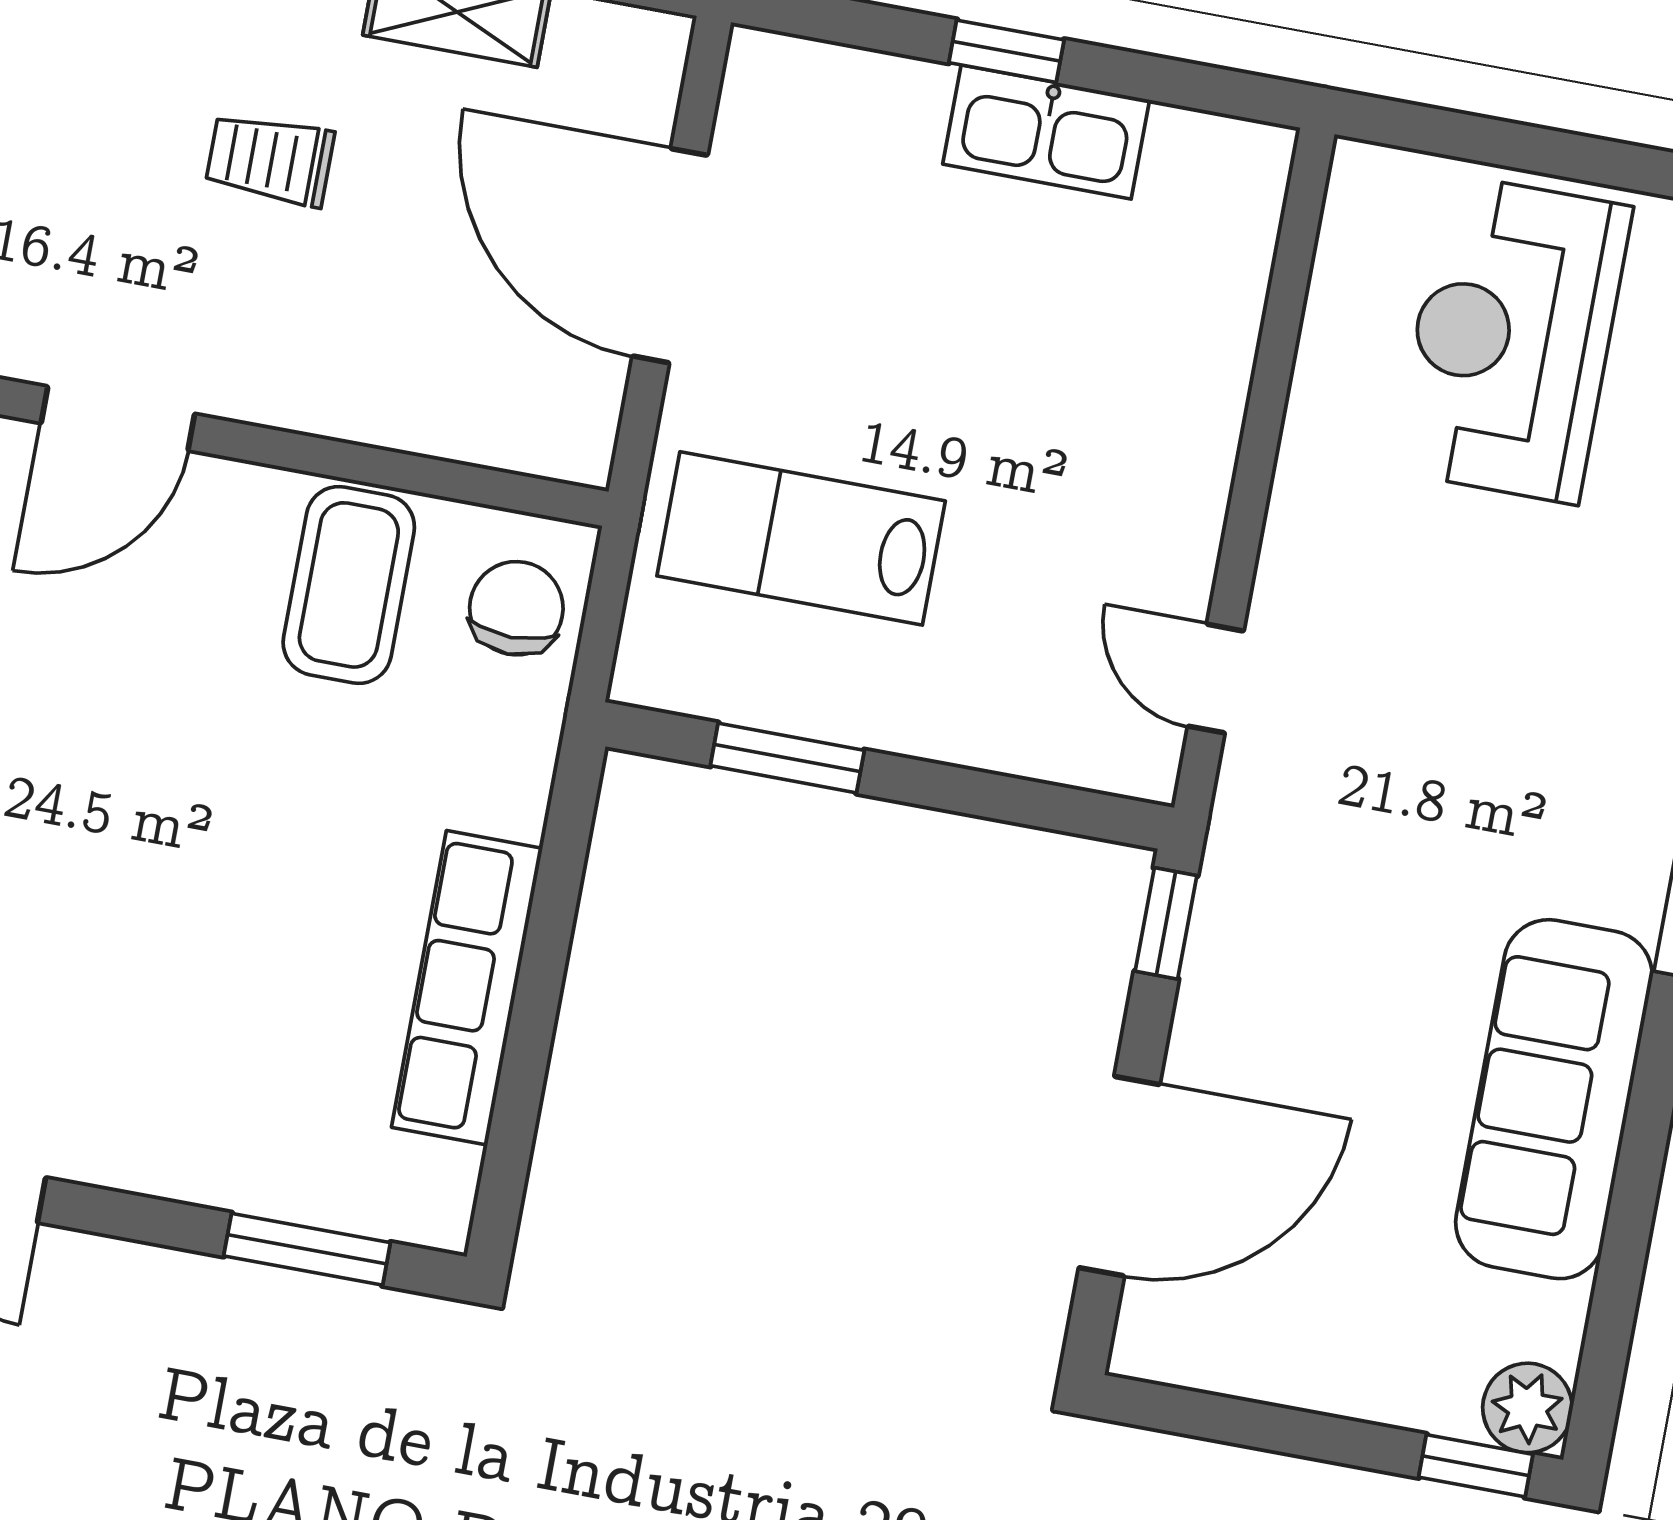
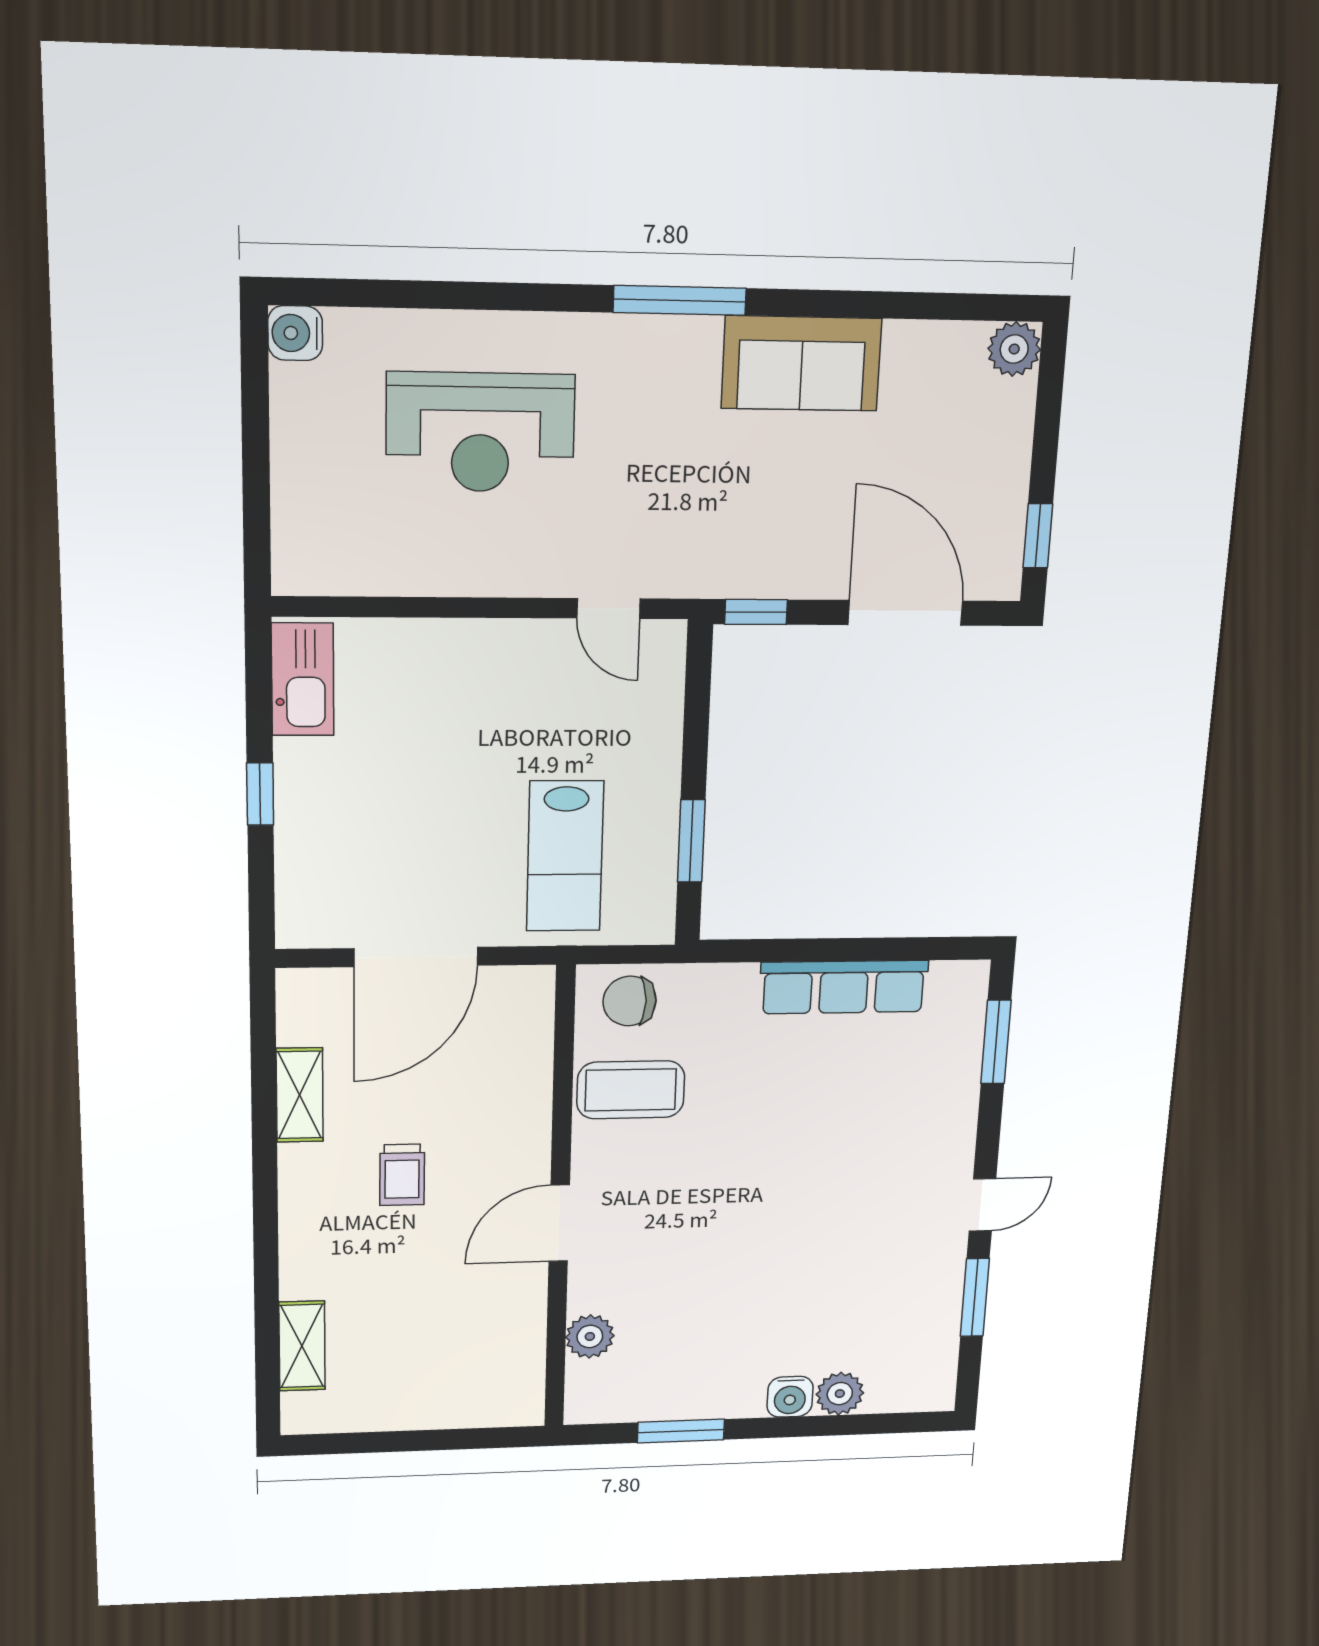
kitchen sink: (1046, 132) -> (303, 679), moved
reception desk: (1512, 339) -> (480, 432), moved
door: (118, 419) -> (559, 1223), swing flipped
door: (1216, 679) -> (608, 608), hinge flipped
sofa: (1554, 1099) -> (801, 363), width x0.73
window: (1476, 1466) -> (1038, 536), moved

